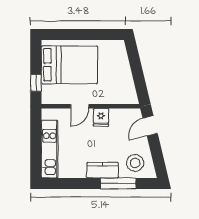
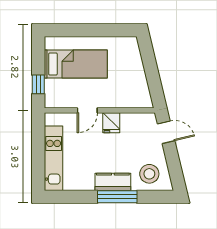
bed: (69, 65) -> (76, 64), width x0.67
door: (150, 126) -> (166, 132), swing flipped
window: (118, 184) -> (117, 197), moved

